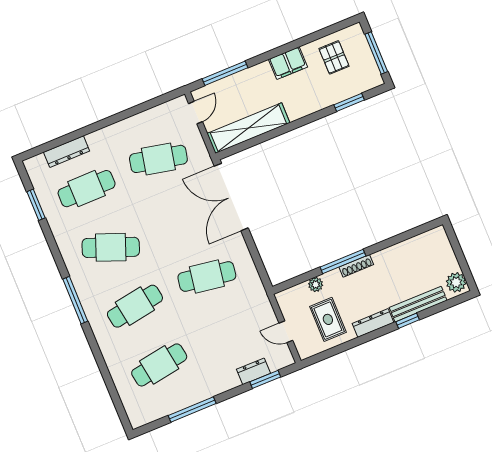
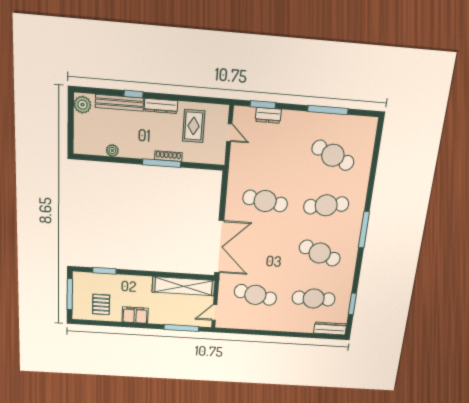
dresser: (67, 152) -> (330, 328), moved
shoe rack: (356, 266) -> (168, 156), moved
plant: (316, 285) -> (112, 150), moved
cafe table: (159, 365) -> (333, 155), turned 33

